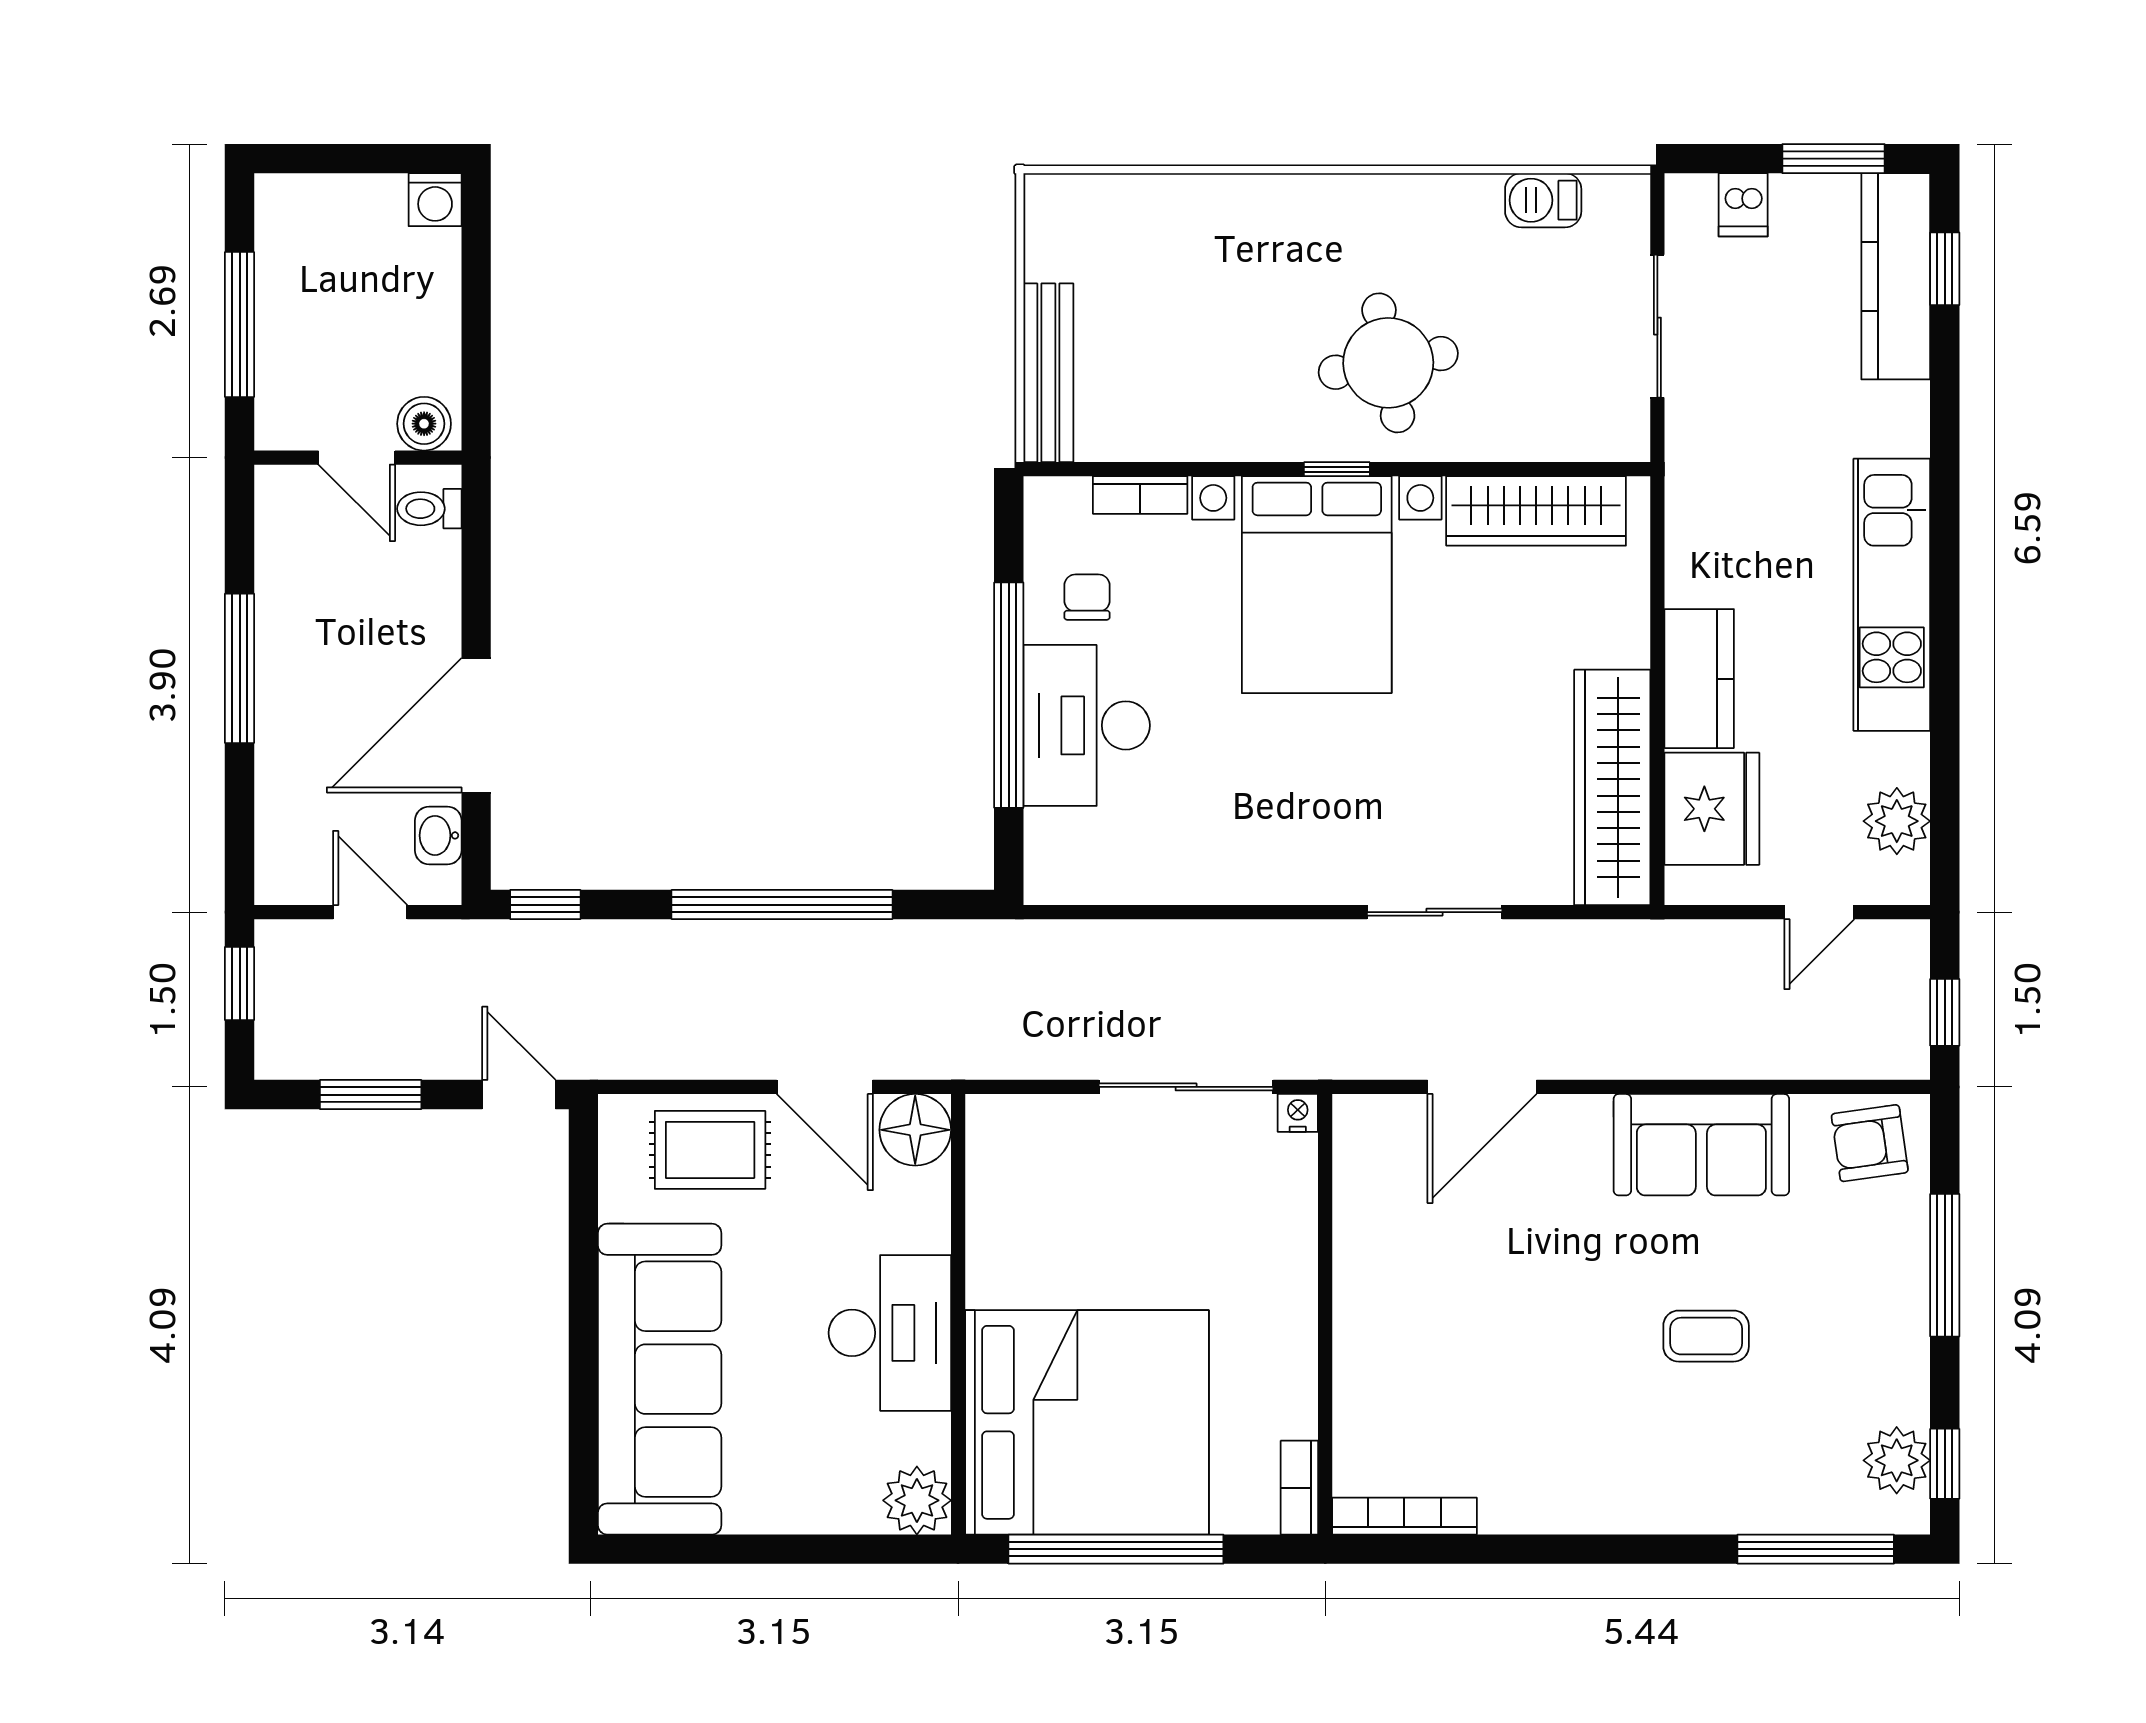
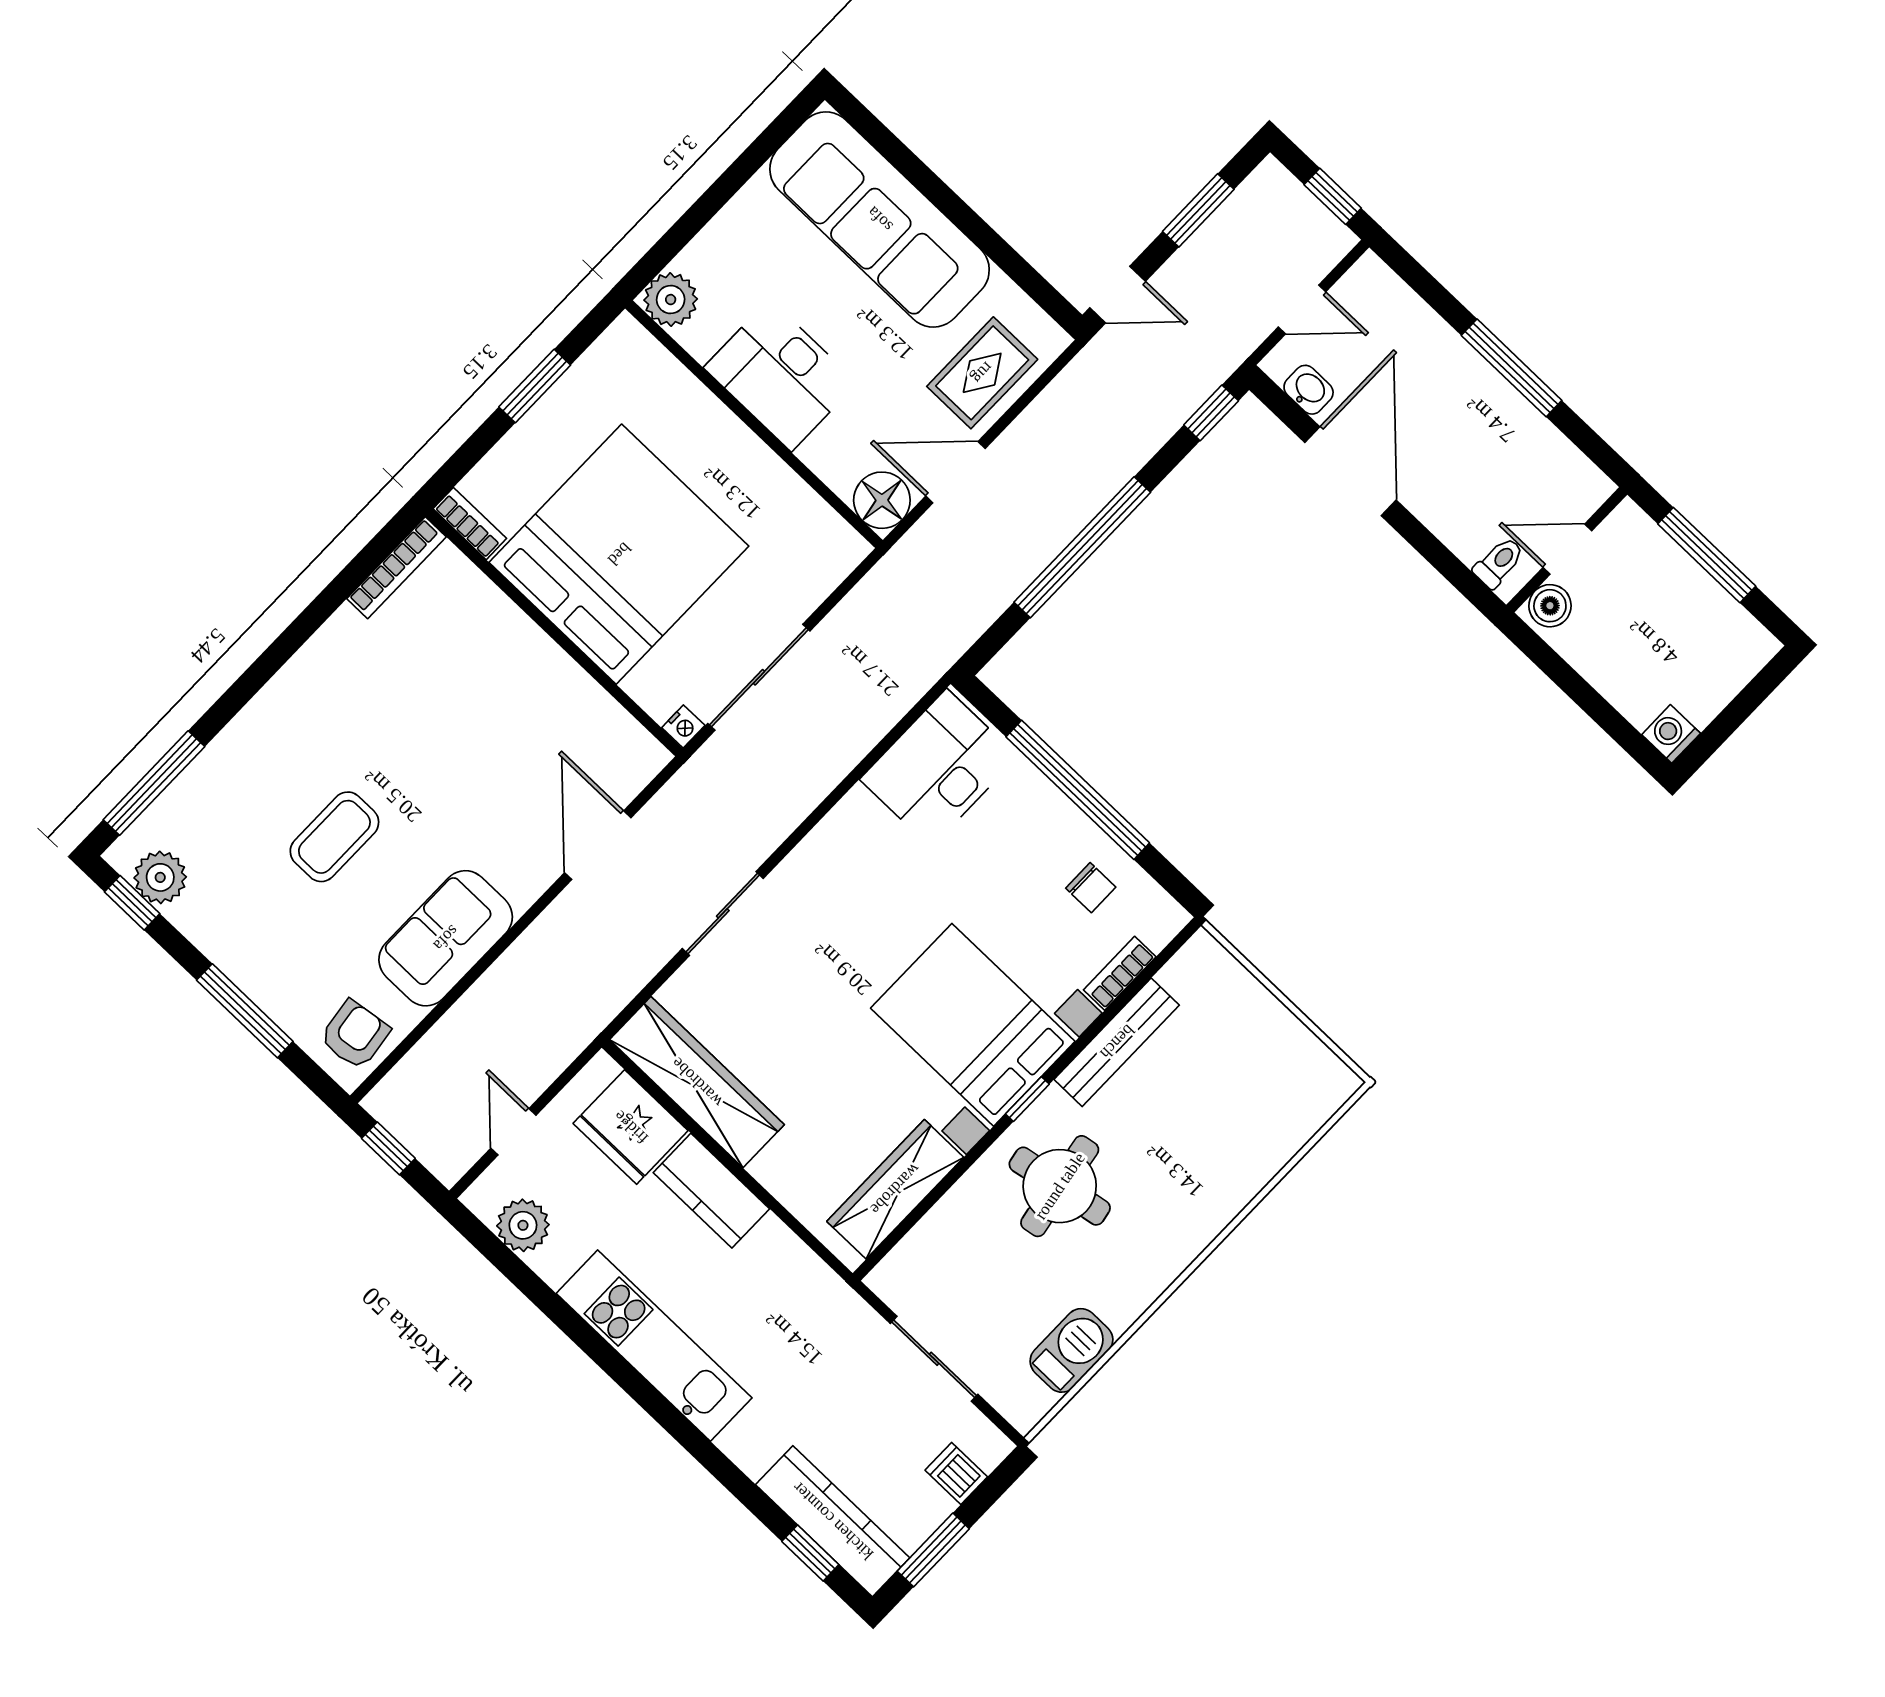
barbecue: (1543, 200) -> (1071, 1350), width x1.38, depth x1.27
bench: (1048, 373) -> (1117, 1042), moved, turned 90
desk: (1087, 725) -> (939, 768), moved, turned -90
coffee table: (1706, 1336) -> (334, 837), width x1.36, depth x1.30
bed: (1087, 1422) -> (619, 554), moved, turned 180
window: (1116, 1549) -> (535, 386), width x0.47

